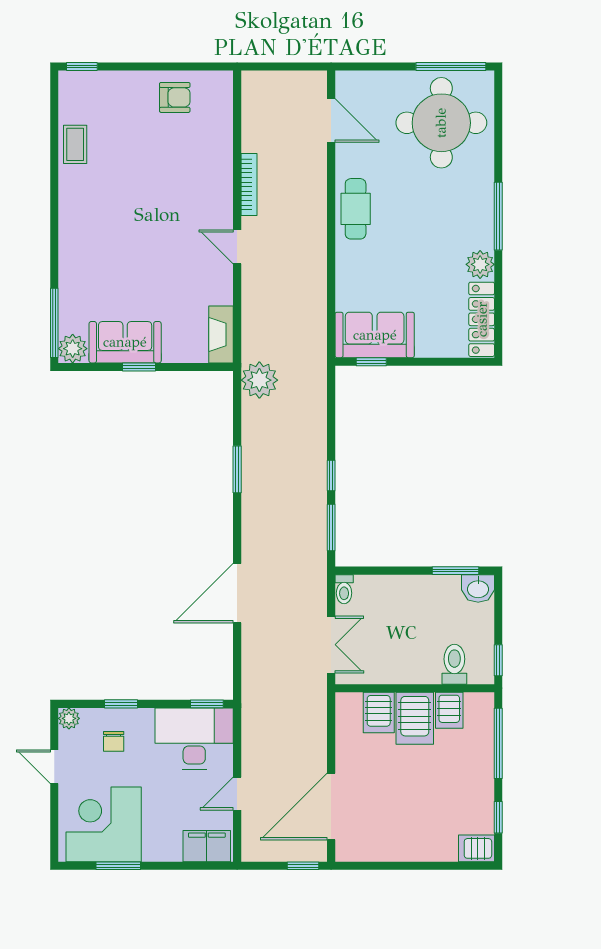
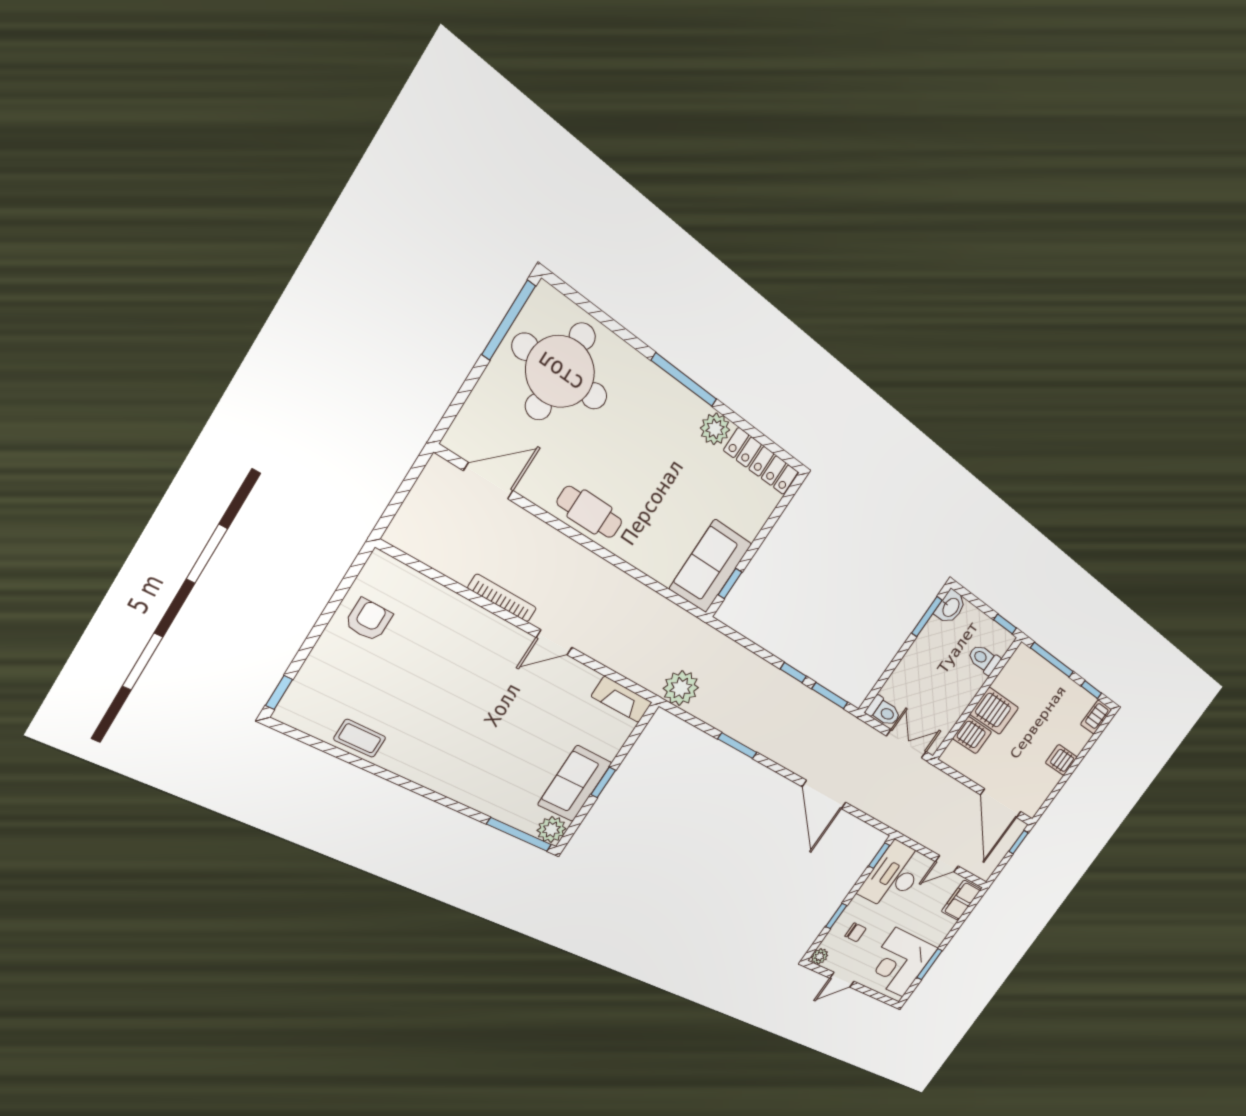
toilet: (344, 589) -> (884, 712), width x1.37, depth x1.39
server rack: (449, 710) -> (1061, 760), moved, turned 180
door: (237, 794) -> (947, 864), hinge flipped

